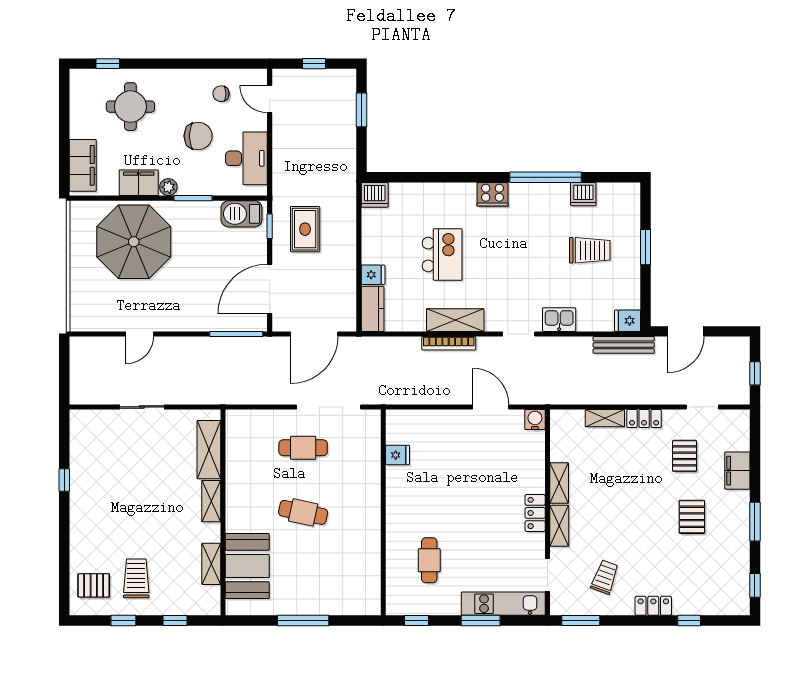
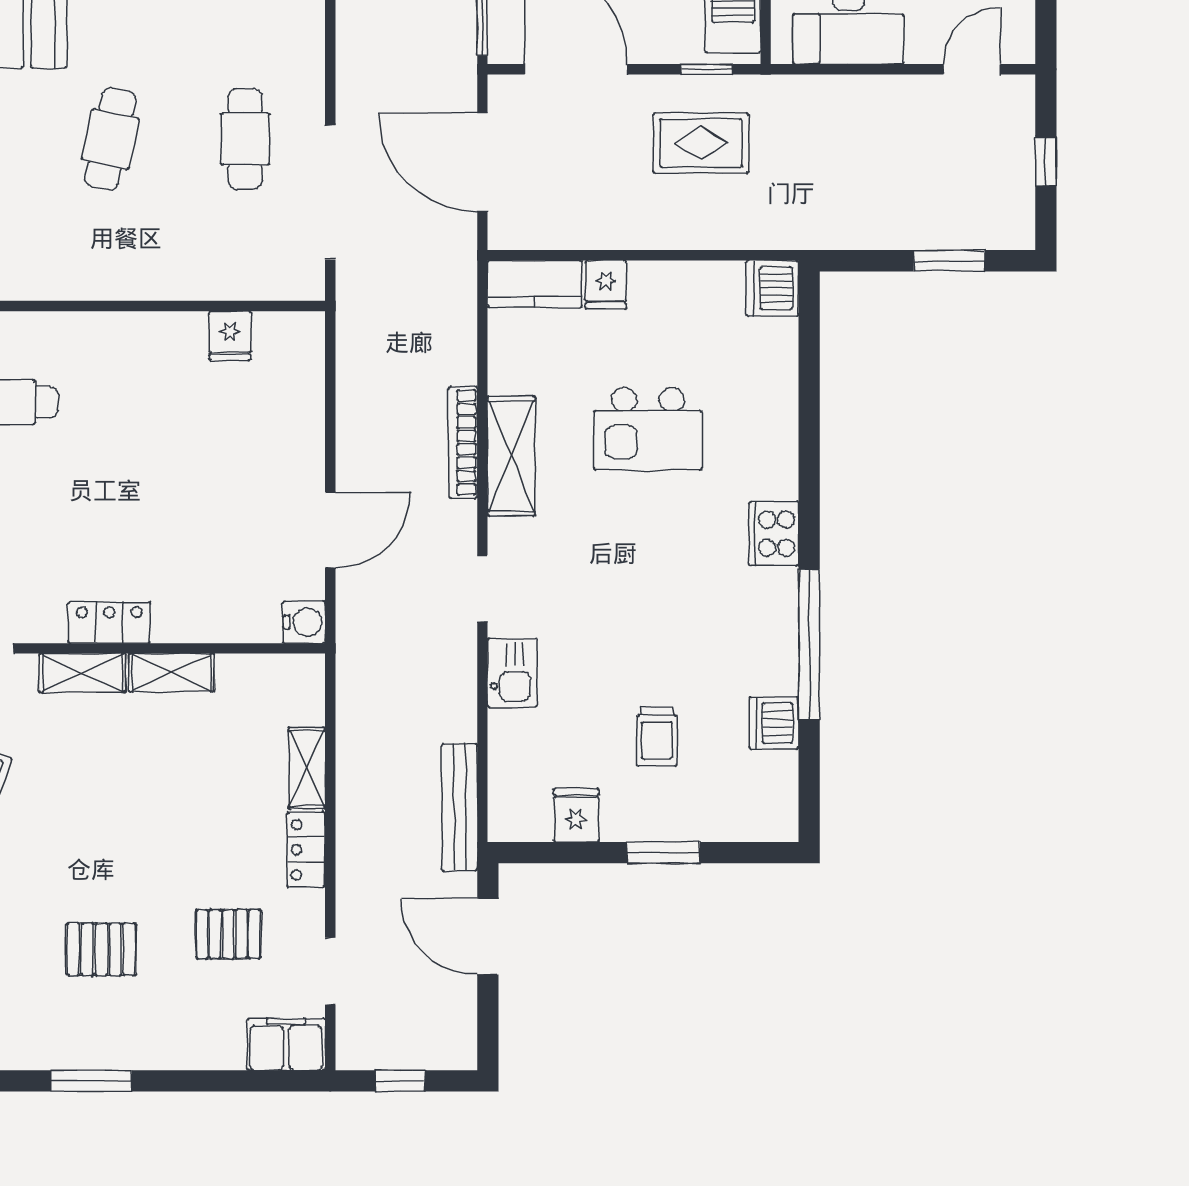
trolley: (590, 250) -> (657, 736), width x0.73, depth x0.72
fridge: (627, 321) -> (576, 815), moved
filing cabinet: (737, 471) -> (286, 1044), moved

